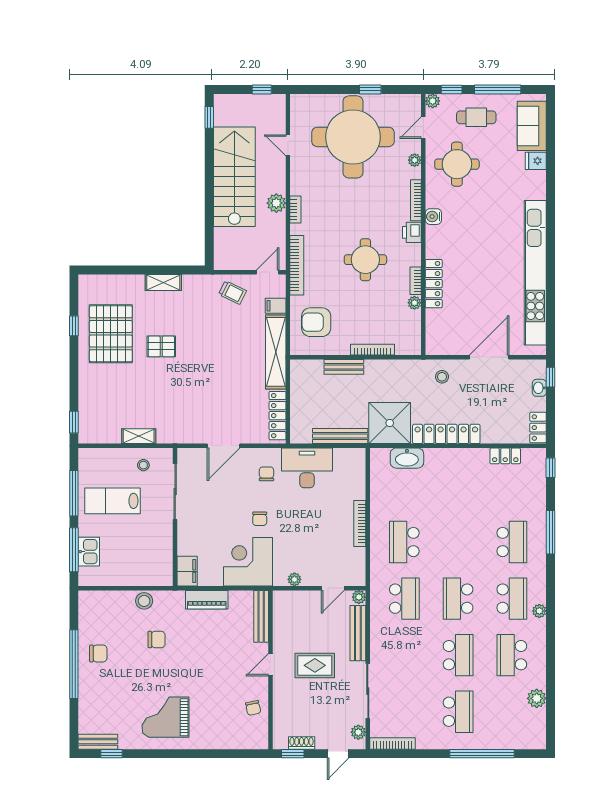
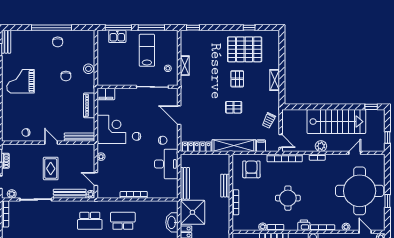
pallet: (210, 353) -> (234, 107), added
grand piano: (165, 717) -> (21, 81), turned -90

